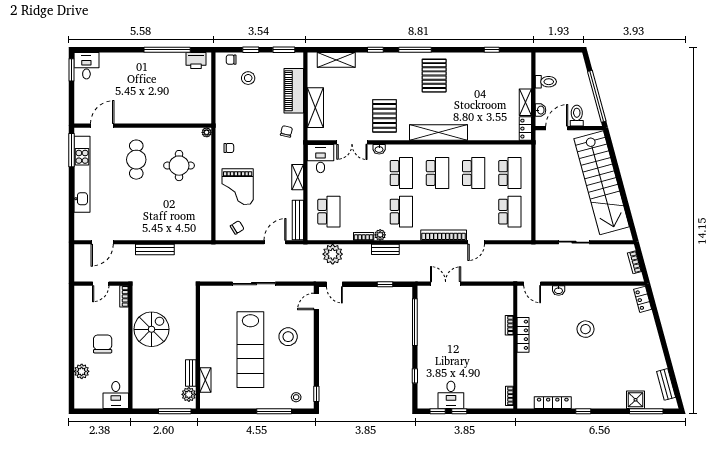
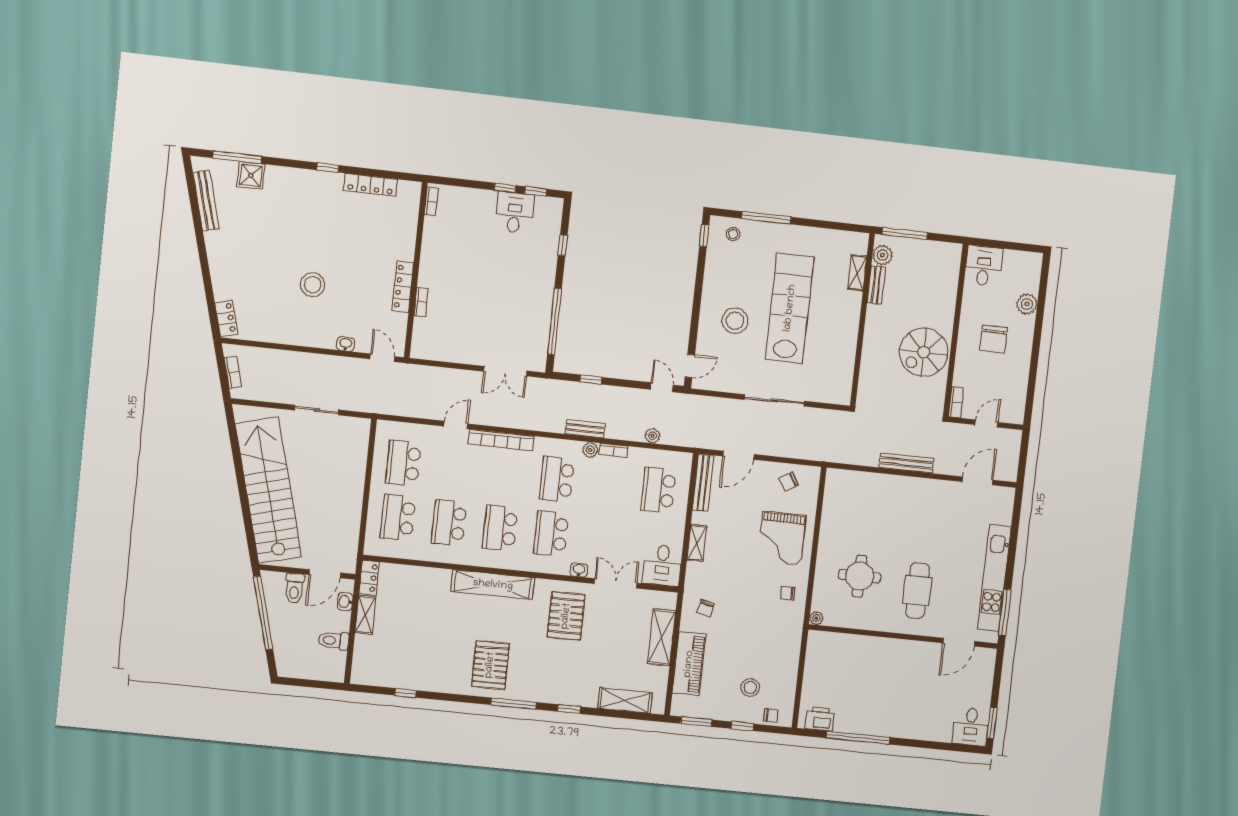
grand piano: (238, 187) -> (782, 538), turned 180
plant: (333, 254) -> (652, 436), width x0.53, depth x0.53
bench: (666, 384) -> (206, 201), width x1.36

